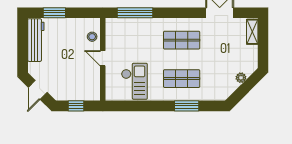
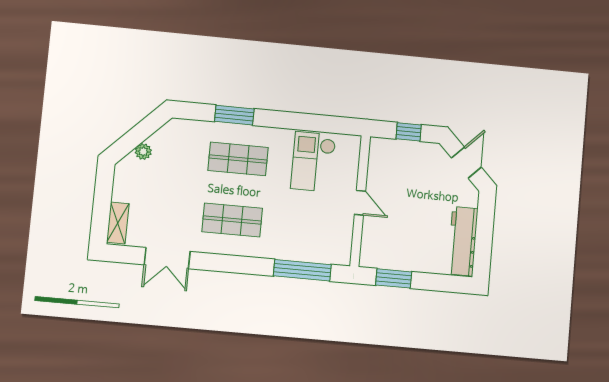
window: (54, 13) -> (394, 278), moved
stool: (92, 37) -> (374, 238), removed

